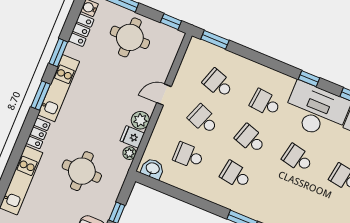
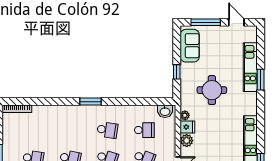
window: (41, 95) -> (261, 80), moved
locker: (38, 133) -> (252, 103), removed

